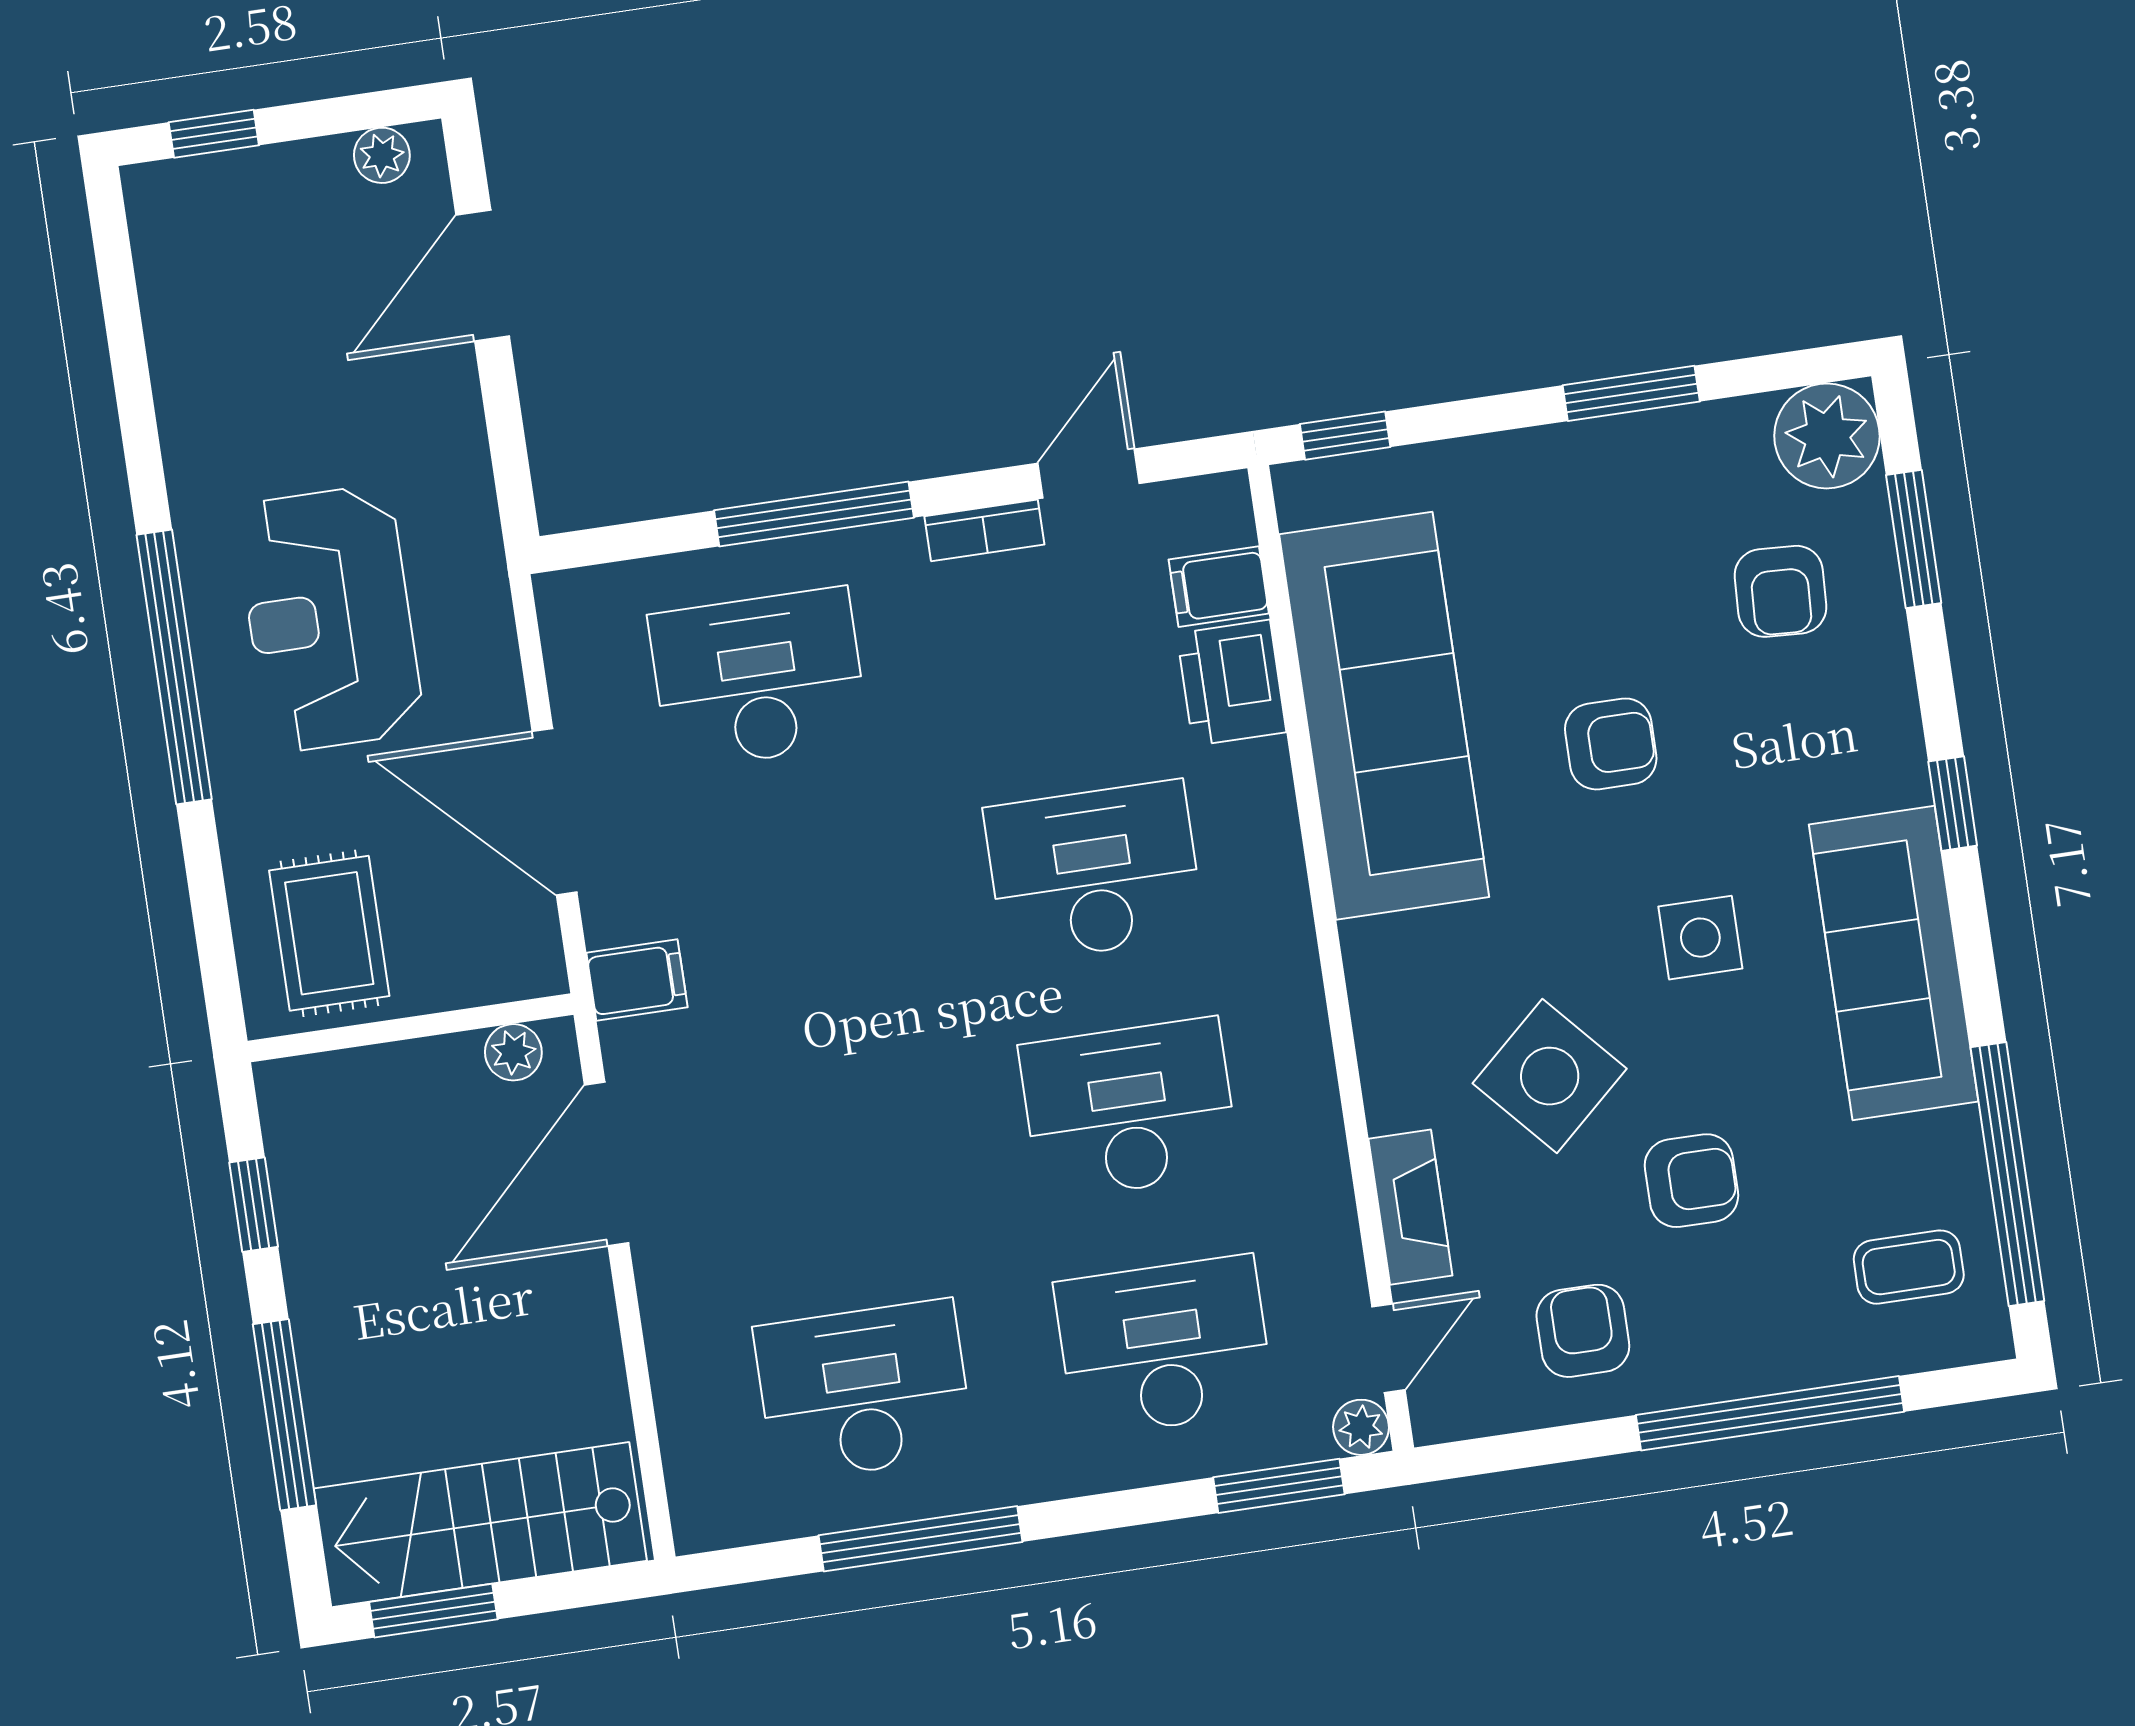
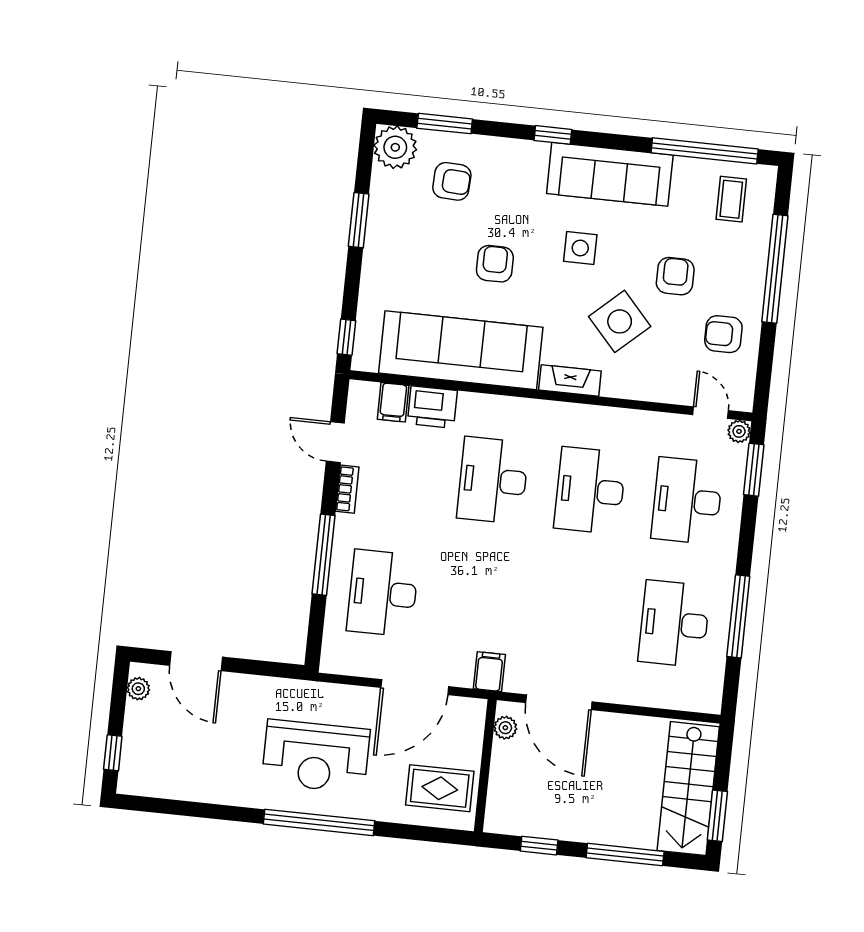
fireplace: (1410, 1207) -> (570, 380), moved

